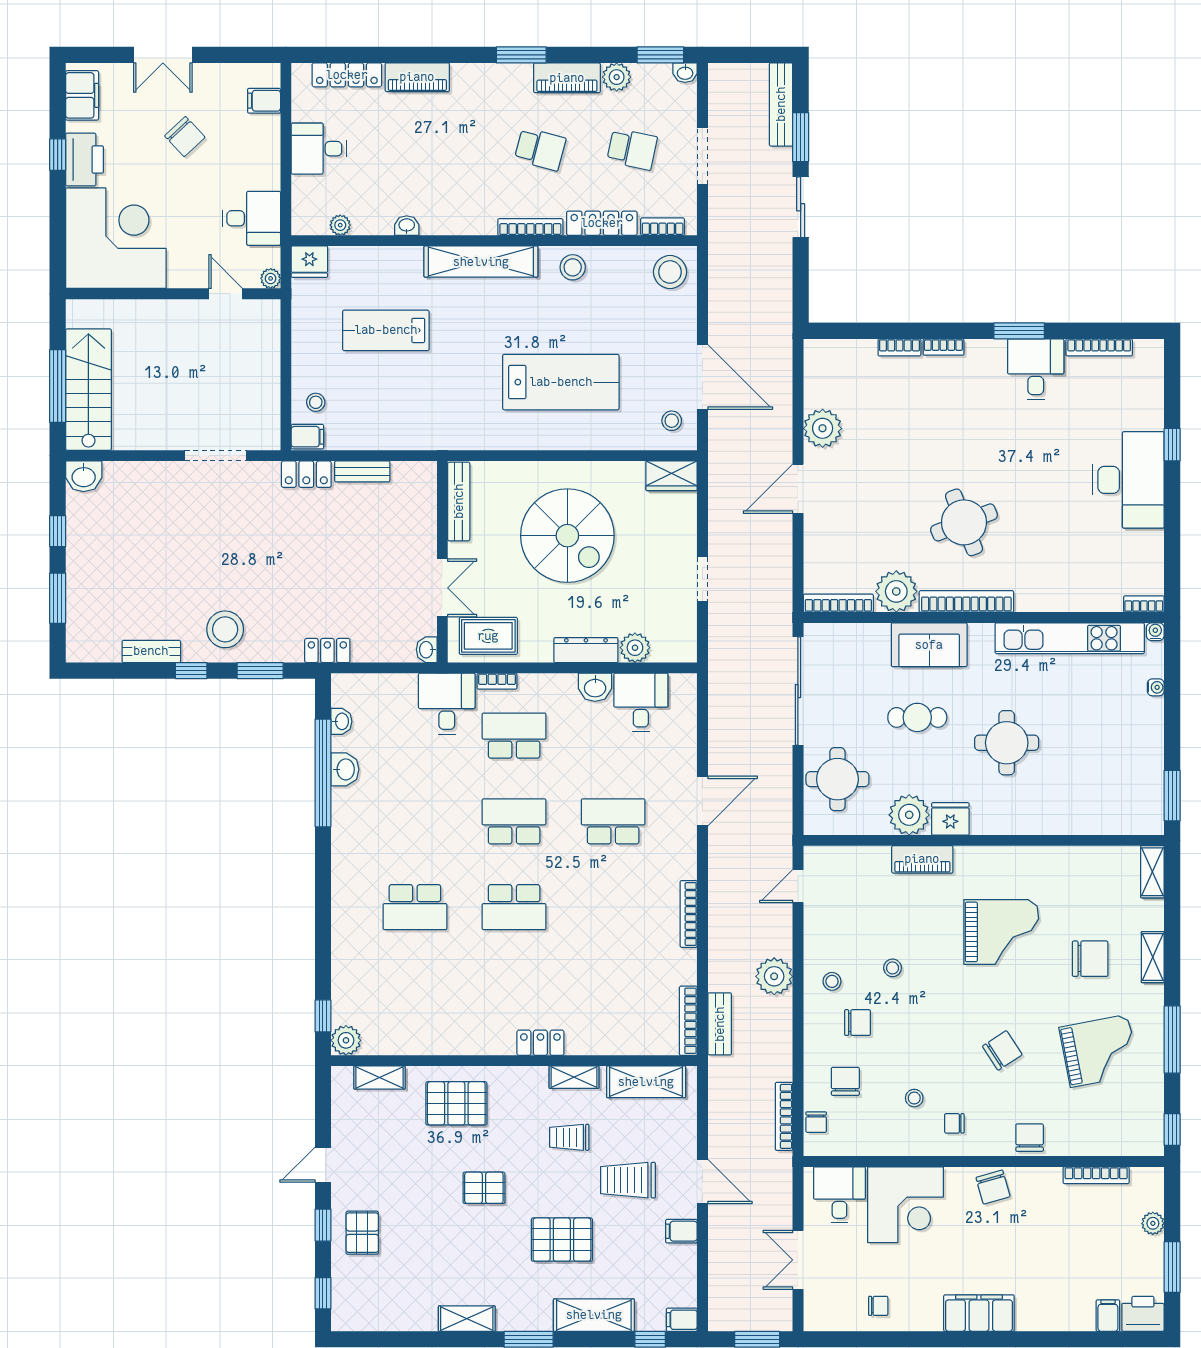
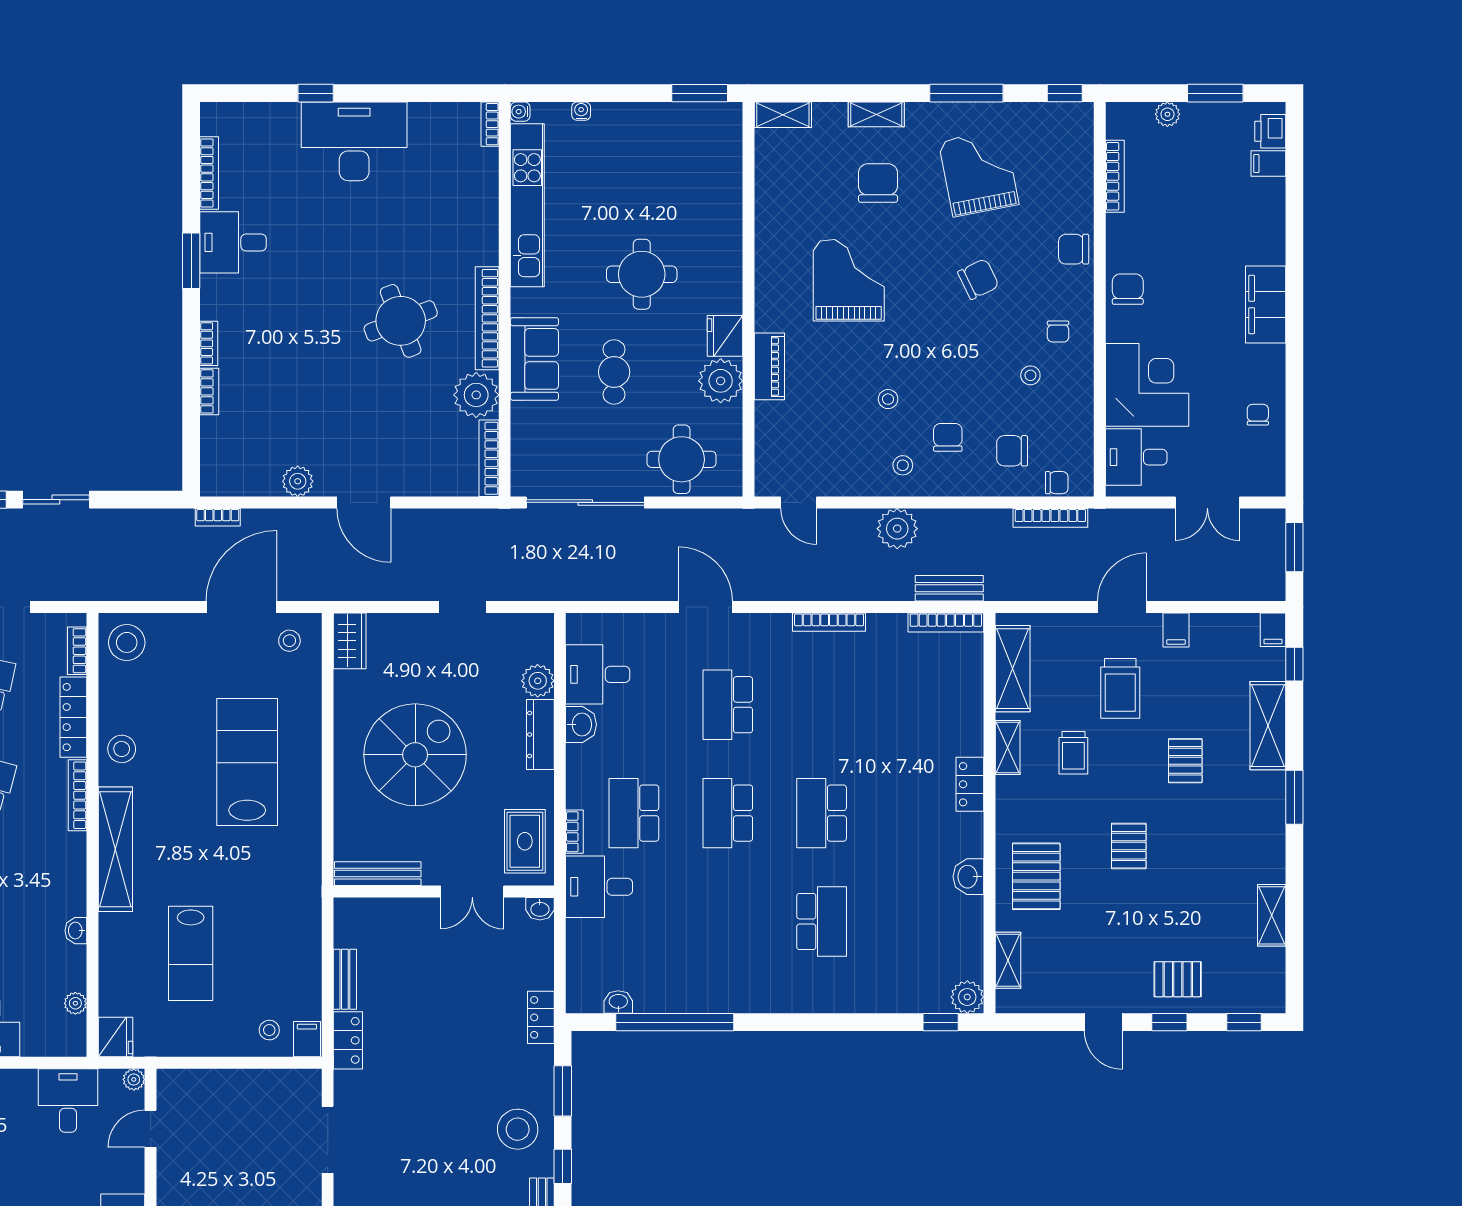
bookcase: (784, 355) -> (218, 517), added
plant: (823, 428) -> (298, 481), width x0.73, depth x0.73
double door: (442, 588) -> (472, 891), swing flipped
washbasin: (345, 769) -> (968, 877), moved, turned -90
school desk: (514, 907) -> (822, 813), turned 180
chair: (1002, 1050) -> (978, 279), turned 97
chair: (993, 1187) -> (1128, 289), turned -74
pallet: (562, 1240) -> (1185, 761), width x0.67, depth x0.71
printer: (1143, 1314) -> (1270, 131), width x0.73, depth x0.81
shelving: (467, 1319) -> (1272, 915), moved

